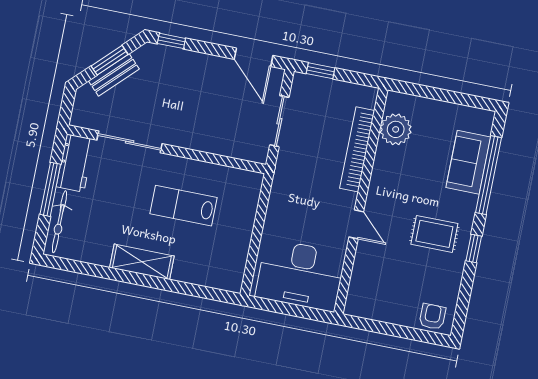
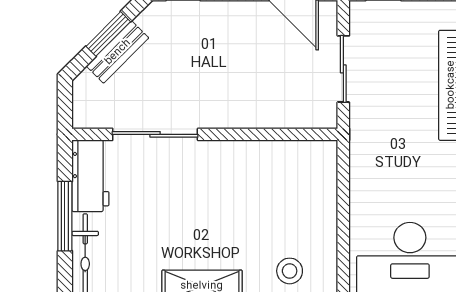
lab bench: (183, 206) -> (241, 203), removed
stool: (209, 264) -> (290, 271), added

